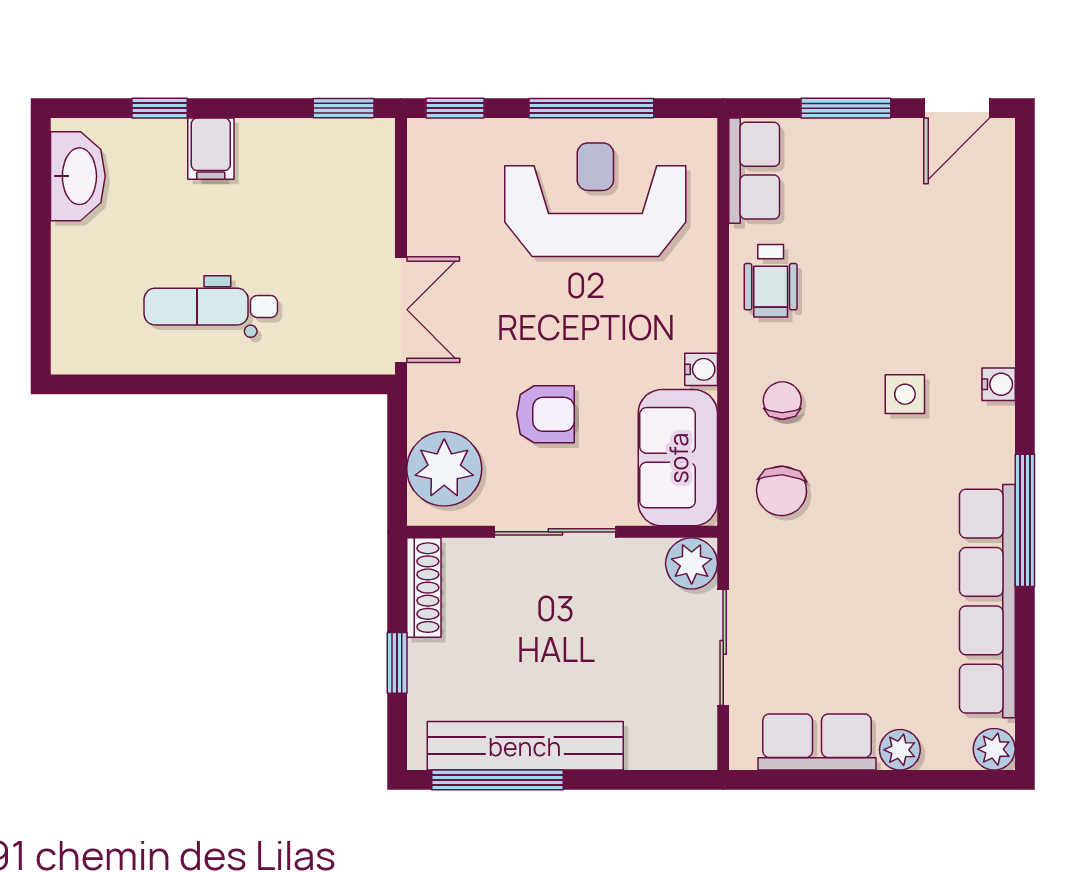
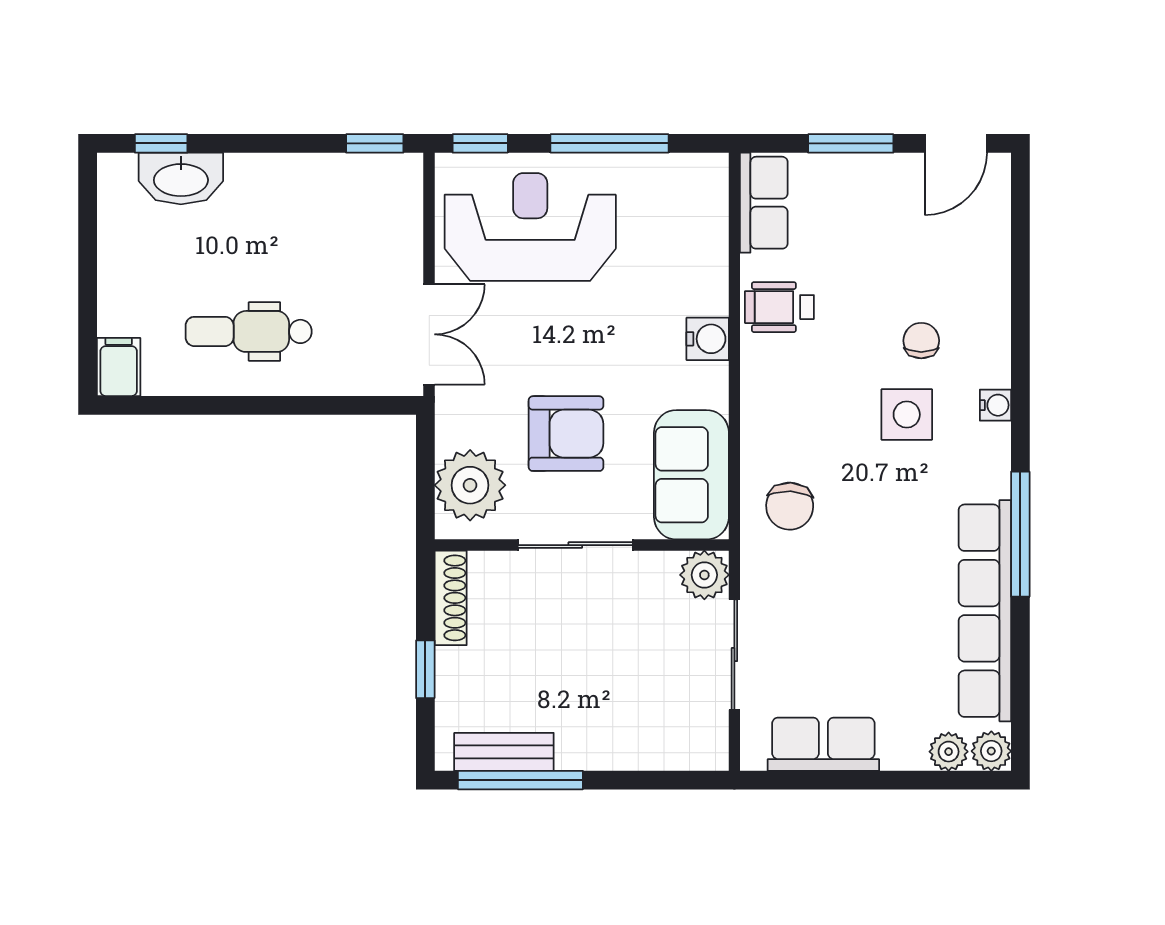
window: (160, 108) -> (161, 143), moved
filing cabinet: (211, 149) -> (119, 367), moved, turned 180
washbasin: (78, 176) -> (181, 179), moved, turned 90
reception desk: (595, 200) -> (530, 227), moved
wheelchair: (771, 281) -> (779, 307), turned 90
water cooler: (701, 369) -> (708, 339), moved, width x1.38, depth x1.38
side table: (905, 394) -> (907, 415), width x1.37, depth x1.37
chair: (782, 401) -> (921, 341), moved
armchair: (545, 414) -> (566, 434), width x1.38, depth x1.38
bench: (525, 746) -> (504, 752), width x0.54, depth x0.82
plant: (900, 750) -> (949, 752), moved

